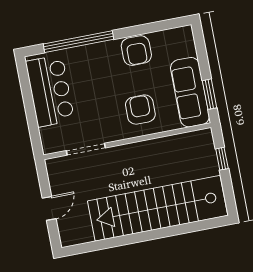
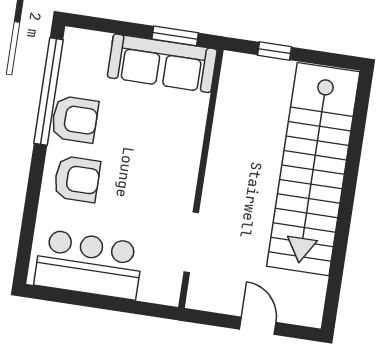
window: (79, 42) -> (48, 91), moved
armchair: (140, 110) -> (77, 179), moved, turned 180

